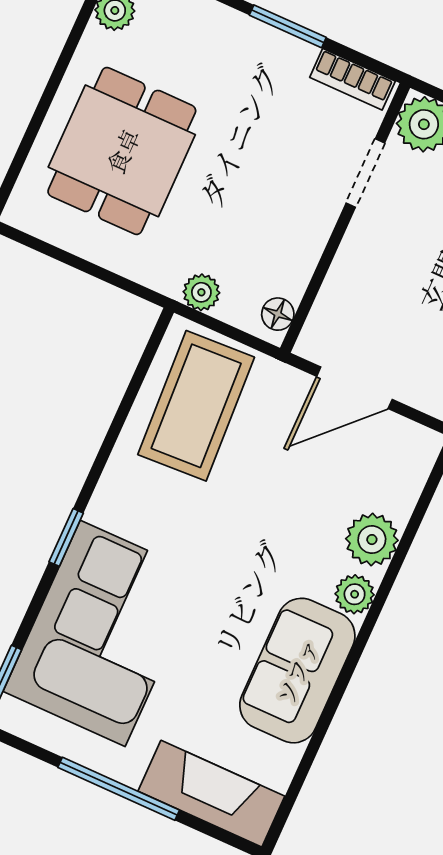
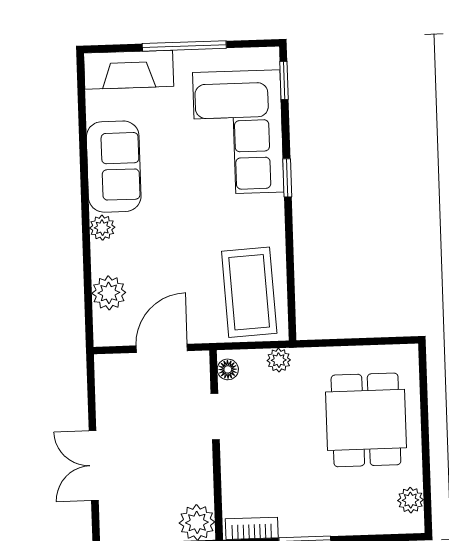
doorway: (365, 173) -> (215, 417), moved
plant: (372, 540) -> (109, 293), moved

